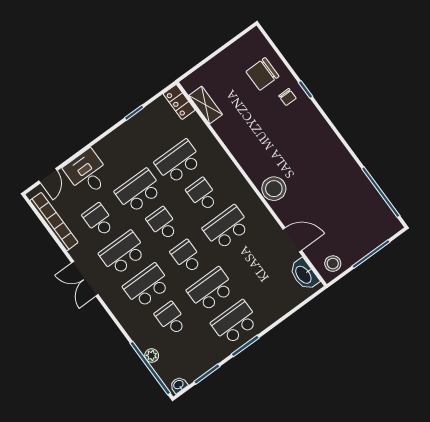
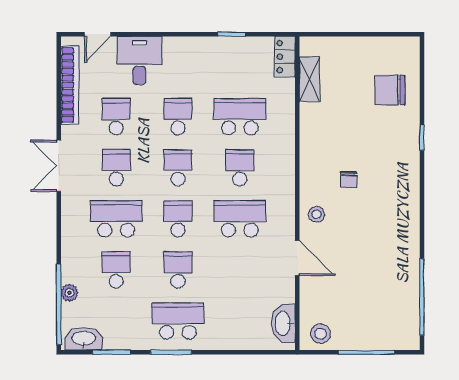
chair: (287, 97) -> (349, 180), moved
stool: (274, 189) -> (317, 214), width x0.53, depth x0.53
school desk: (139, 191) -> (178, 117), width x0.54
door: (292, 240) -> (297, 258), moved
school desk: (123, 253) -> (116, 168), width x0.54
school desk: (211, 290) -> (178, 270), width x0.54
washbasin: (179, 385) -> (84, 339), width x1.91, depth x1.45

